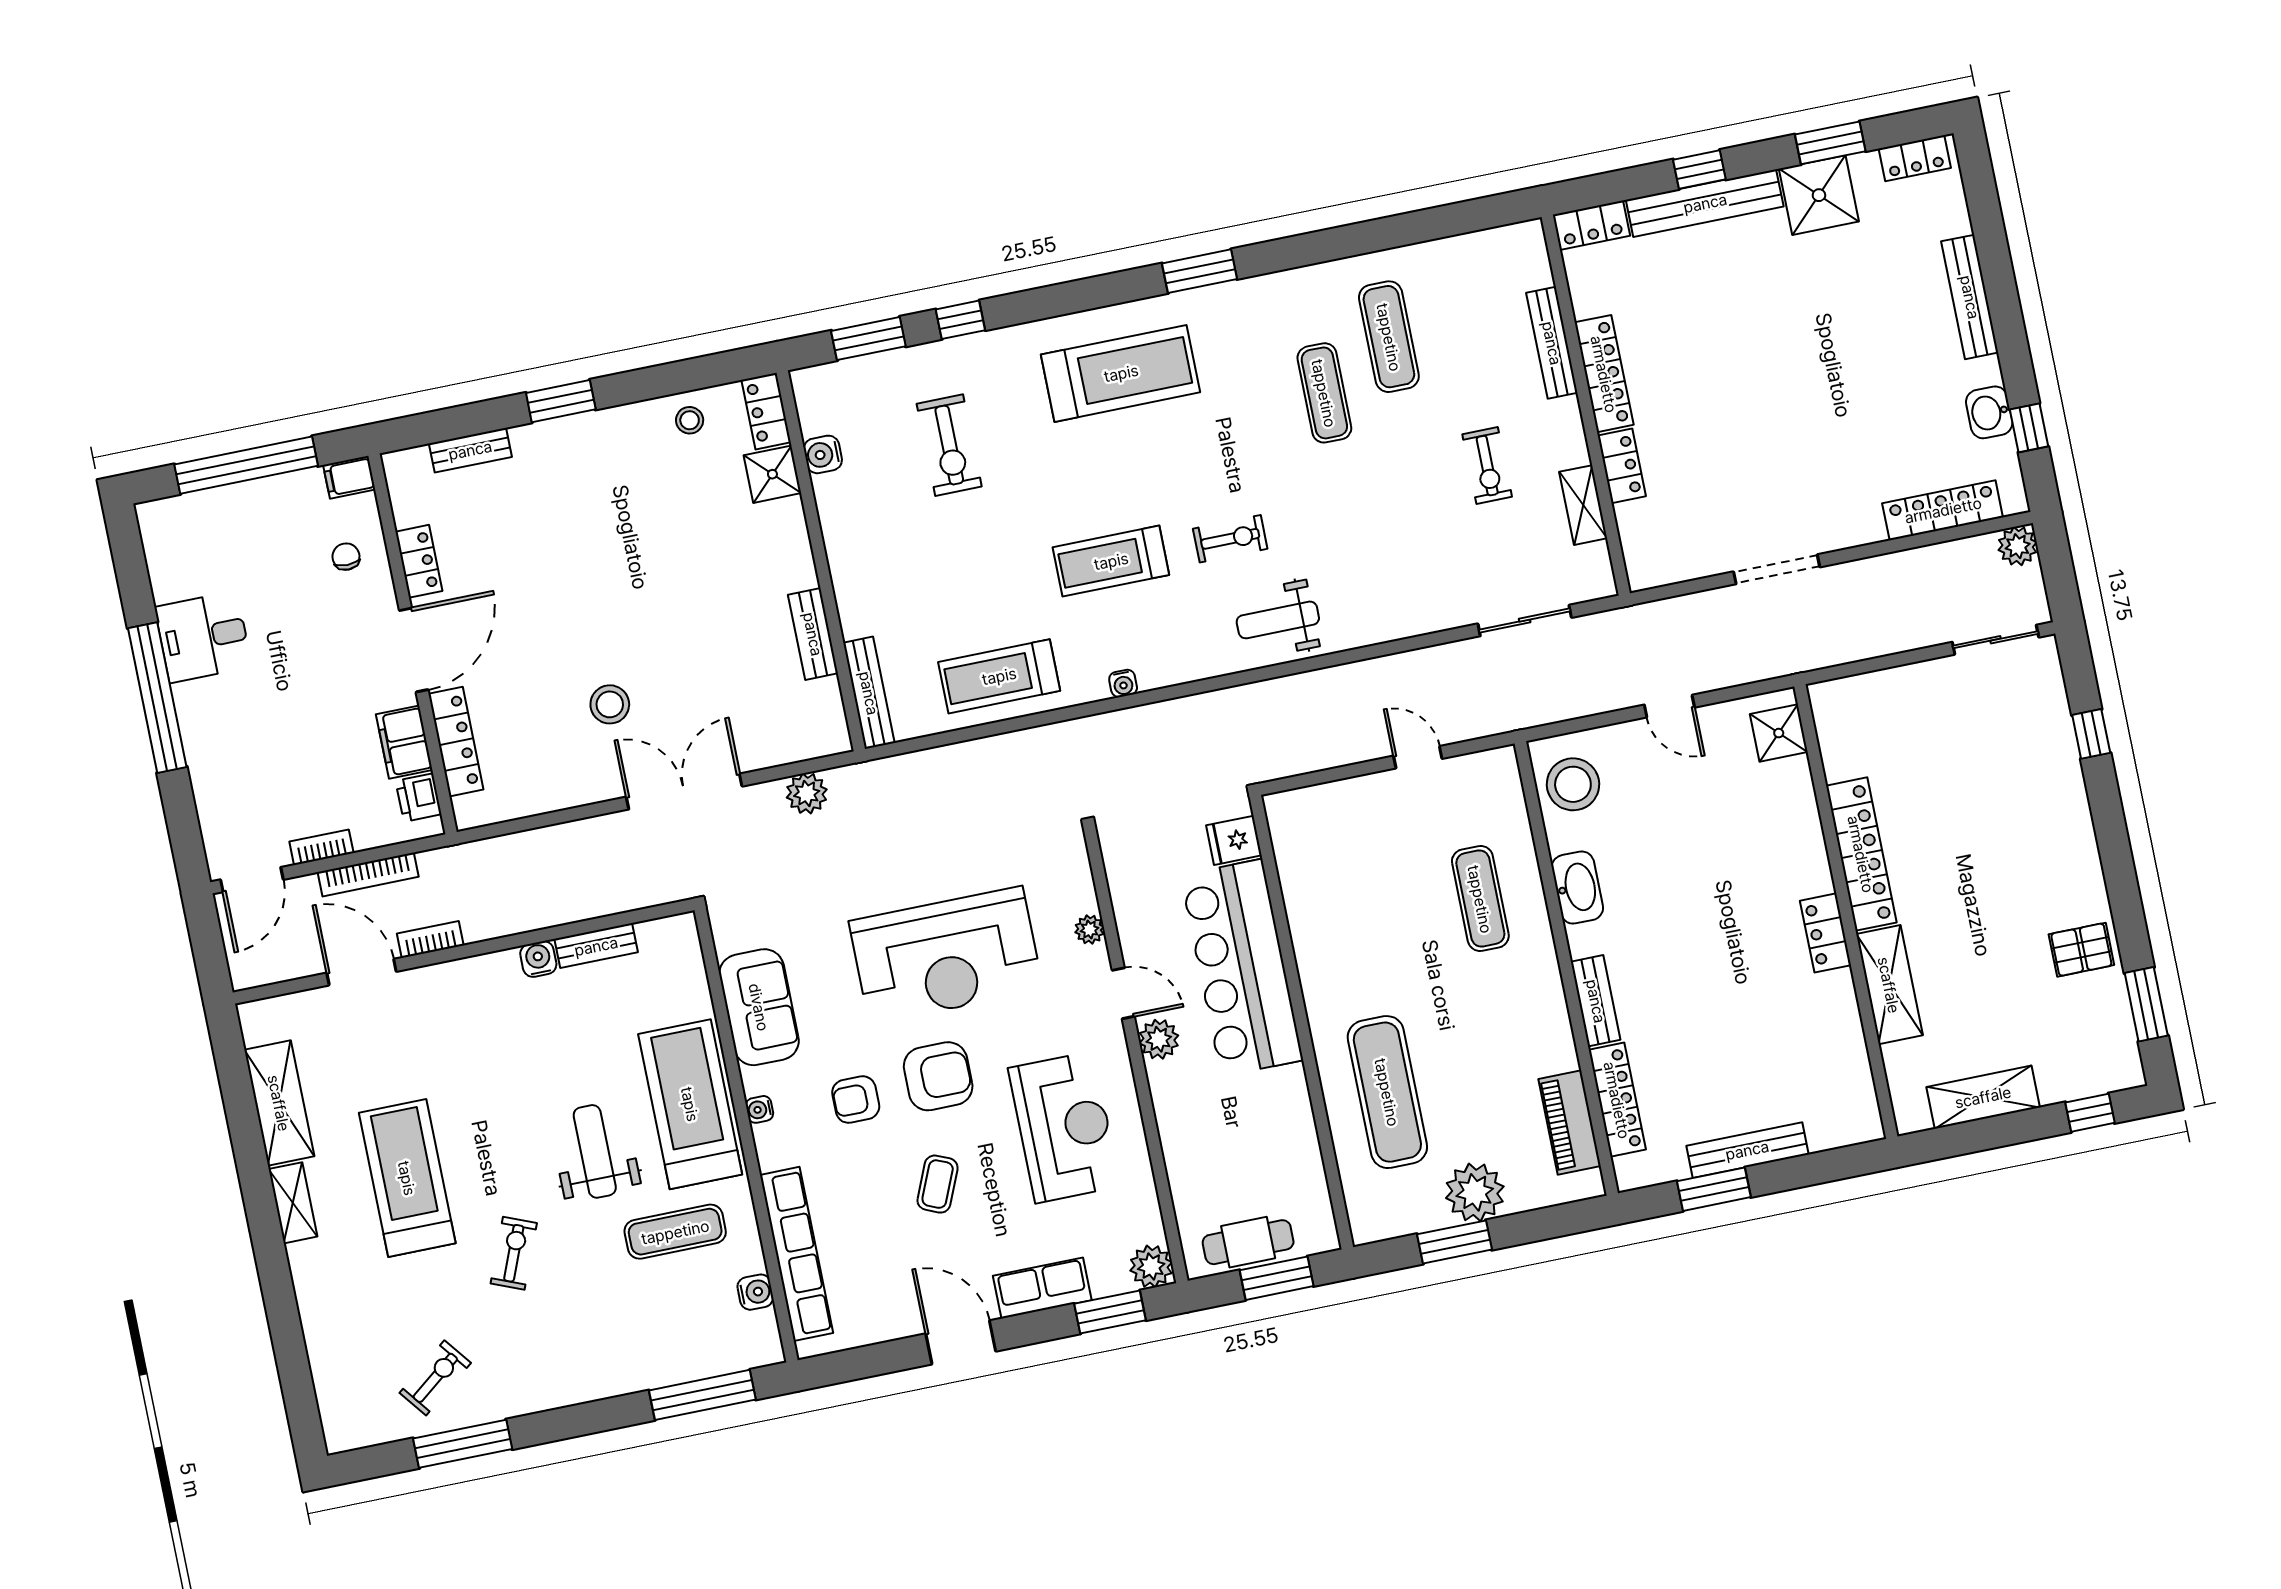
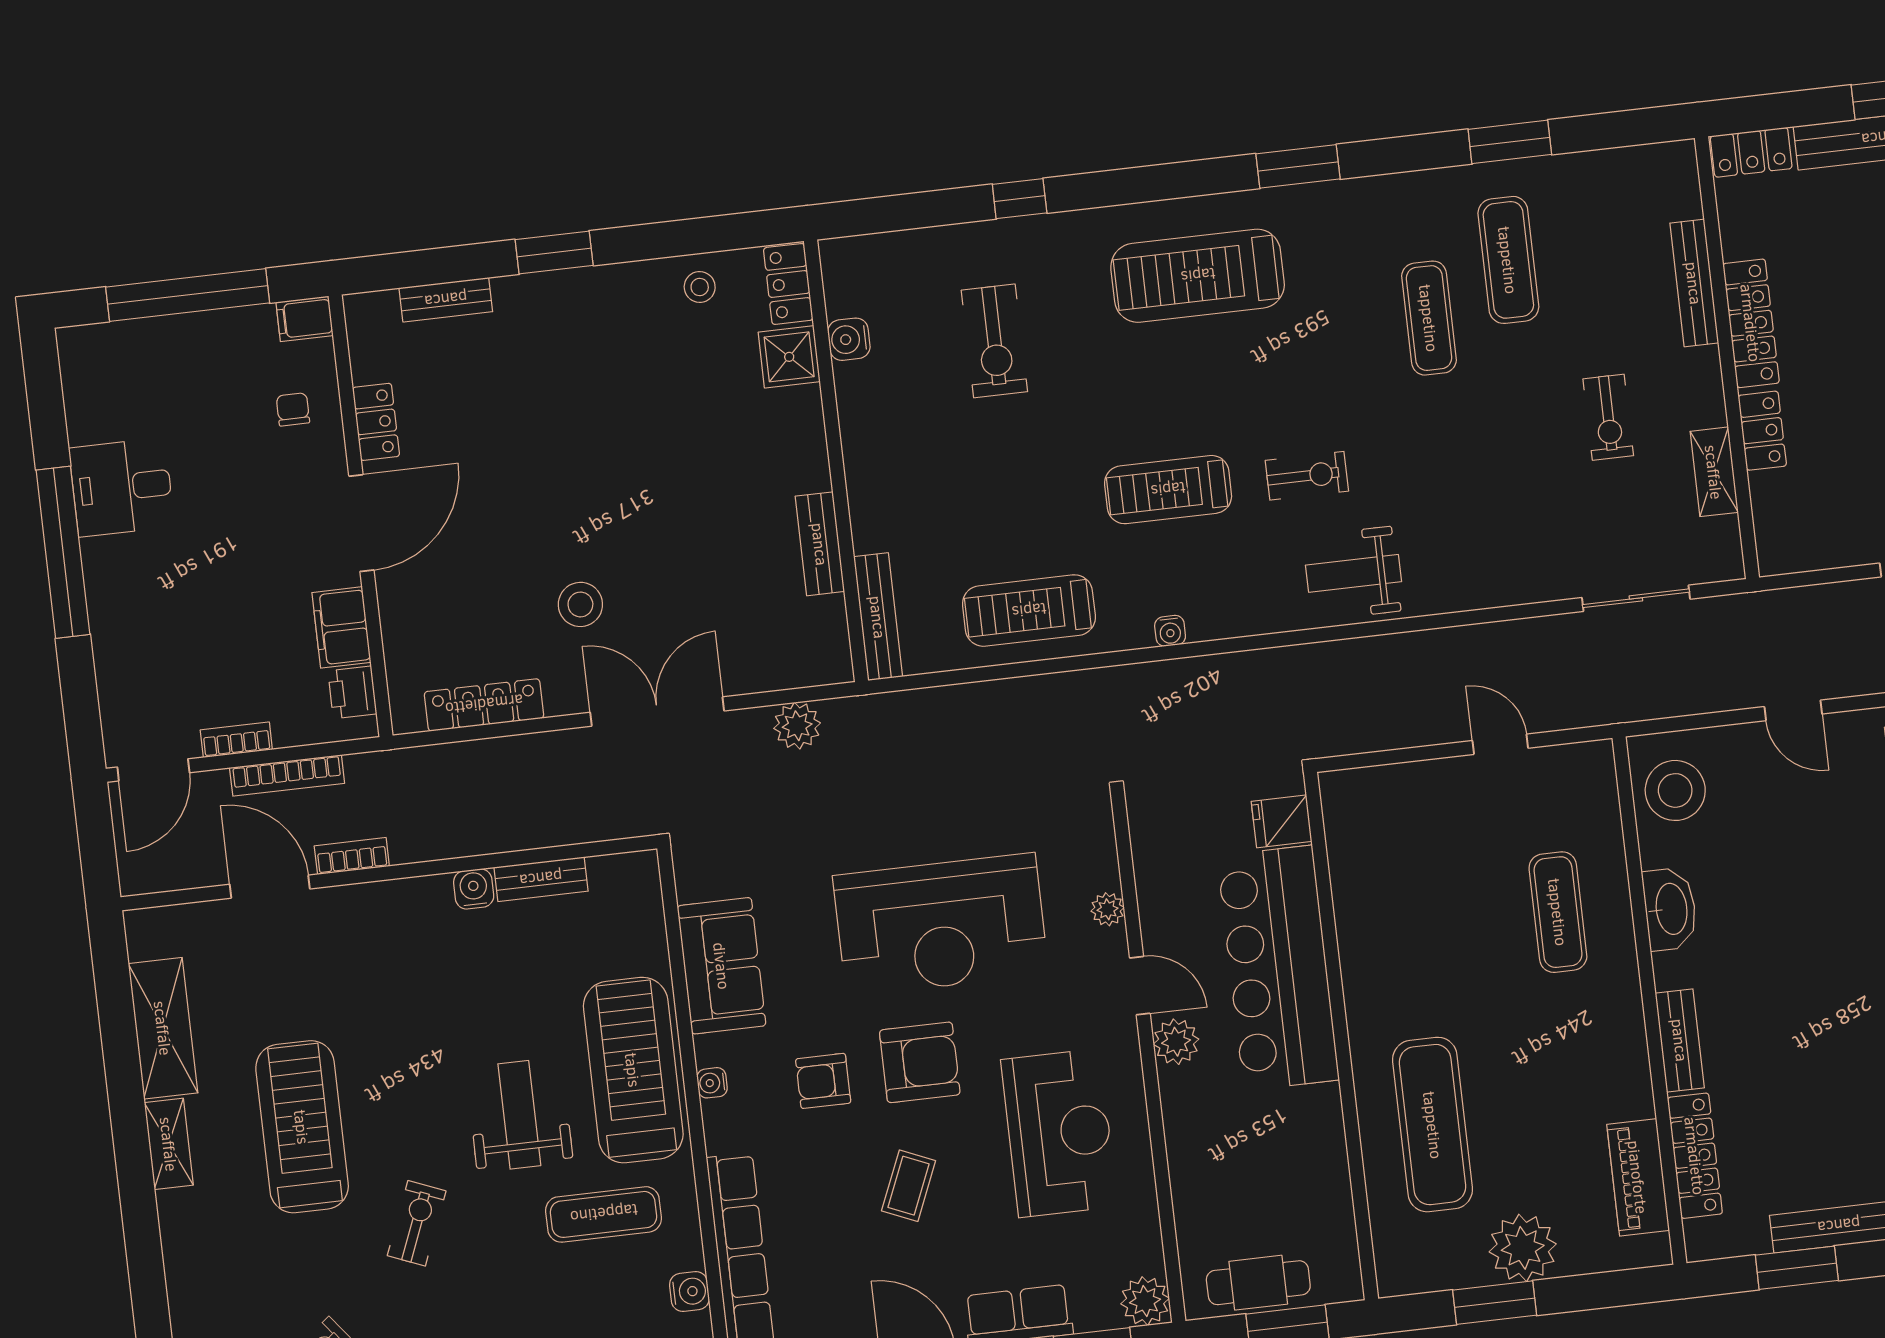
window: (868, 339) -> (1510, 142), moved
treadmill: (1121, 373) -> (1198, 276), turned 180
locker: (456, 742) -> (484, 705), moved, turned -90

